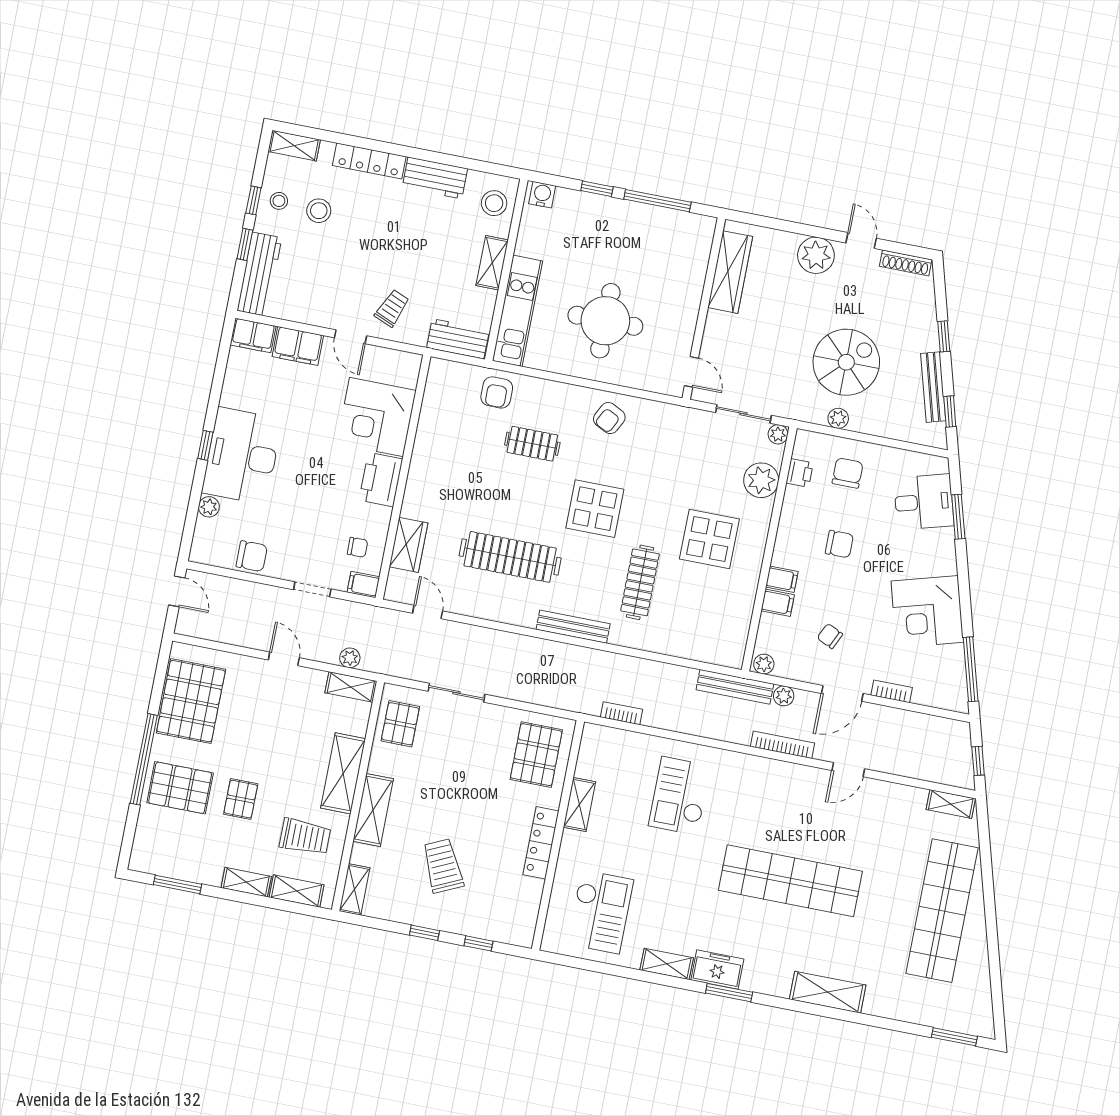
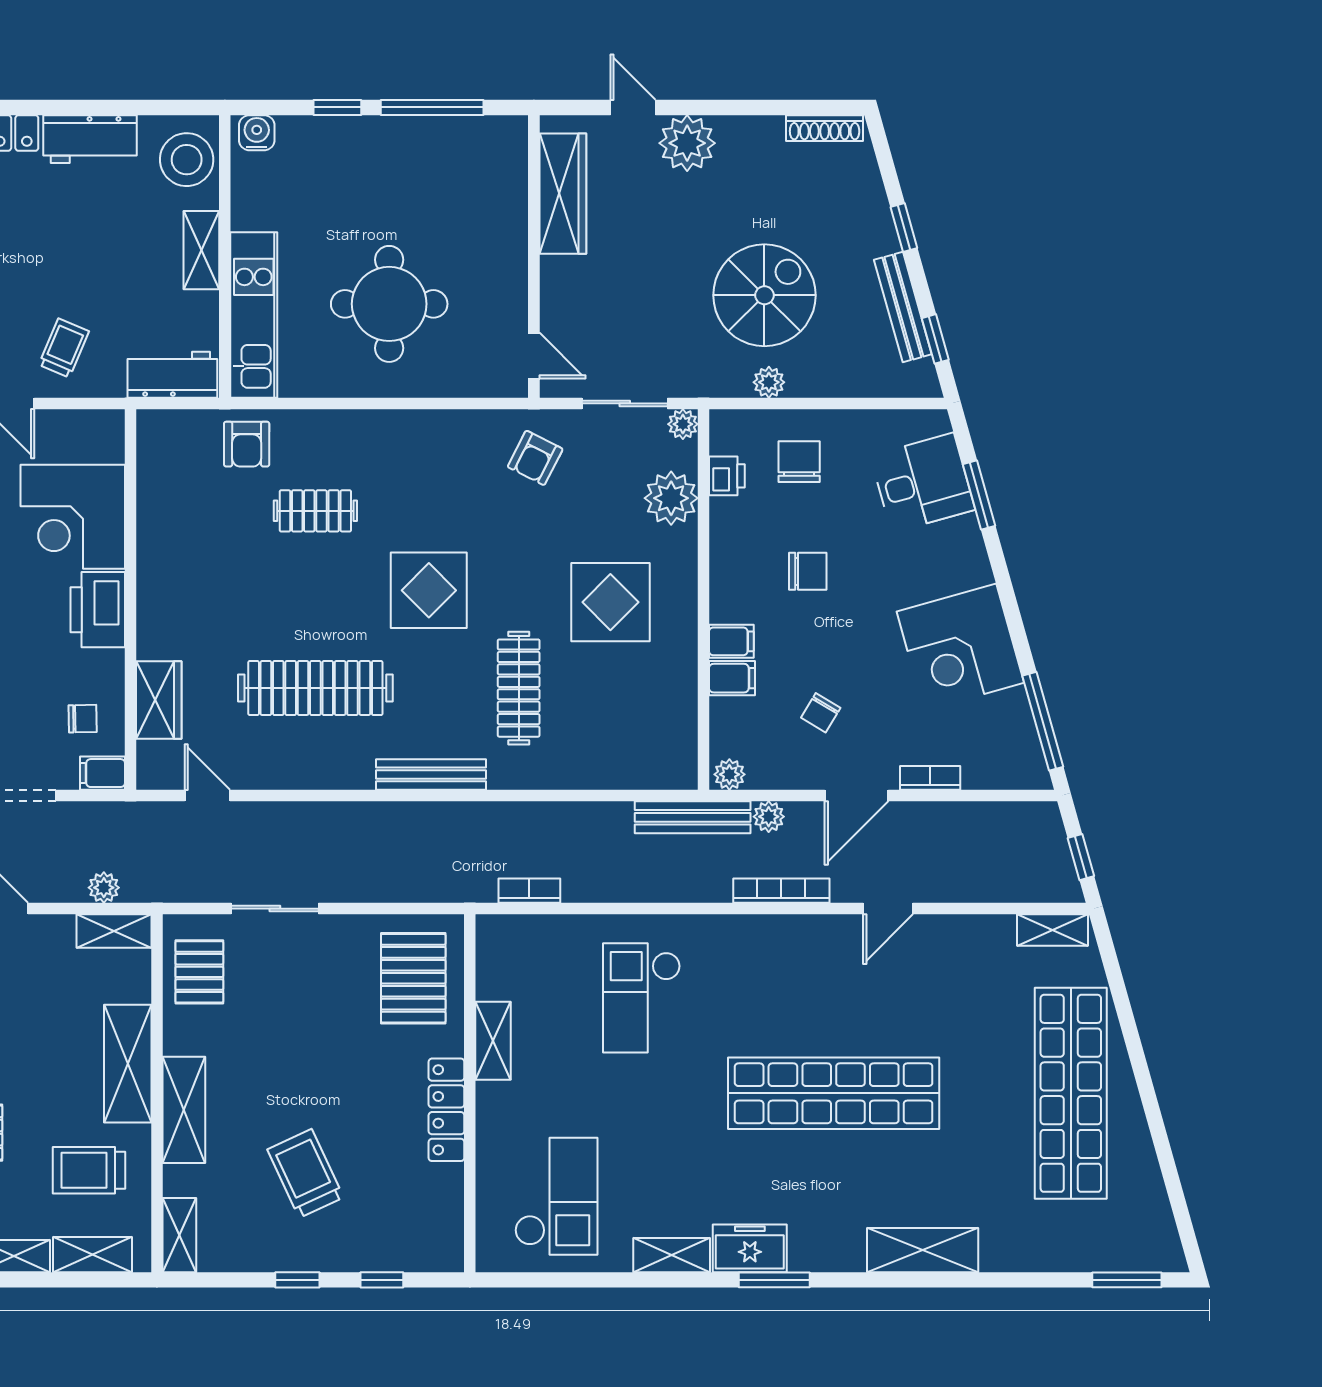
stool: (494, 203) -> (187, 160), width x1.38, depth x1.38
door: (861, 241) -> (633, 107), moved
armchair: (609, 418) -> (535, 458), moved
chair: (830, 636) -> (821, 713), turned -84
trolley: (305, 837) -> (89, 1170), turned 180

